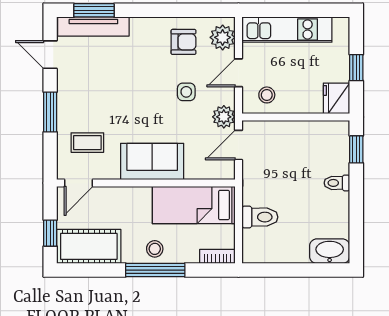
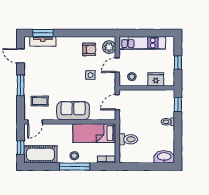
tv unit: (93, 26) -> (43, 41), width x0.71
fridge: (336, 98) -> (156, 79), moved, turned 90
plant: (224, 117) -> (110, 88), removed

